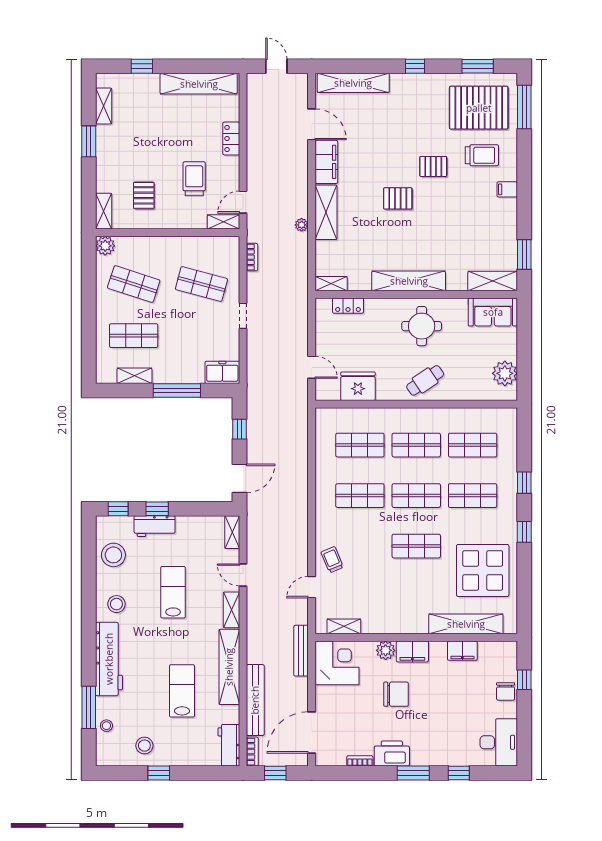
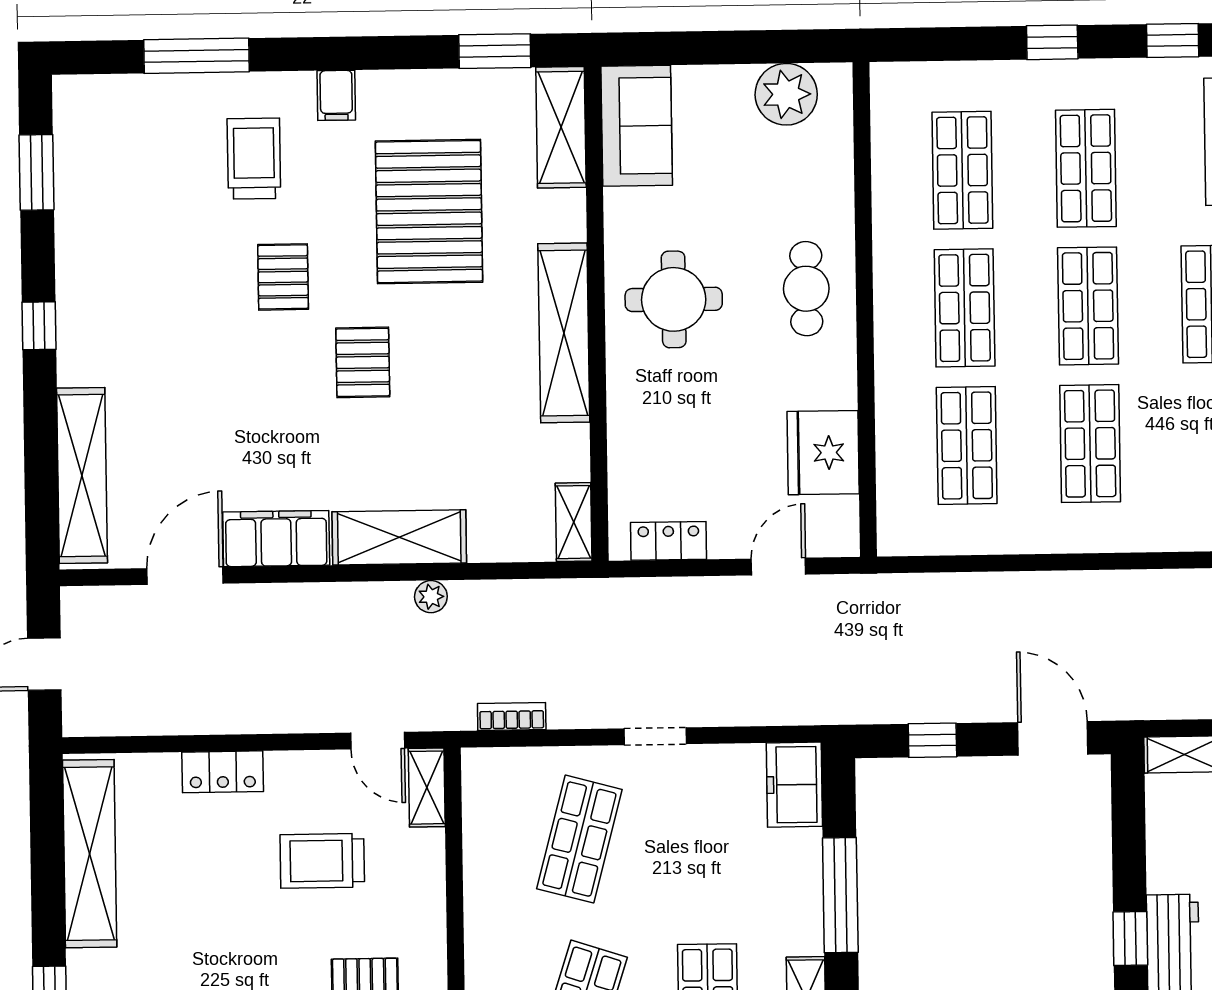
window: (524, 107) -> (196, 56), moved
pallet: (479, 108) -> (429, 212), moved
locker: (348, 306) -> (668, 541), moved, turned -90
cafe table: (425, 380) -> (806, 289), turned 34

